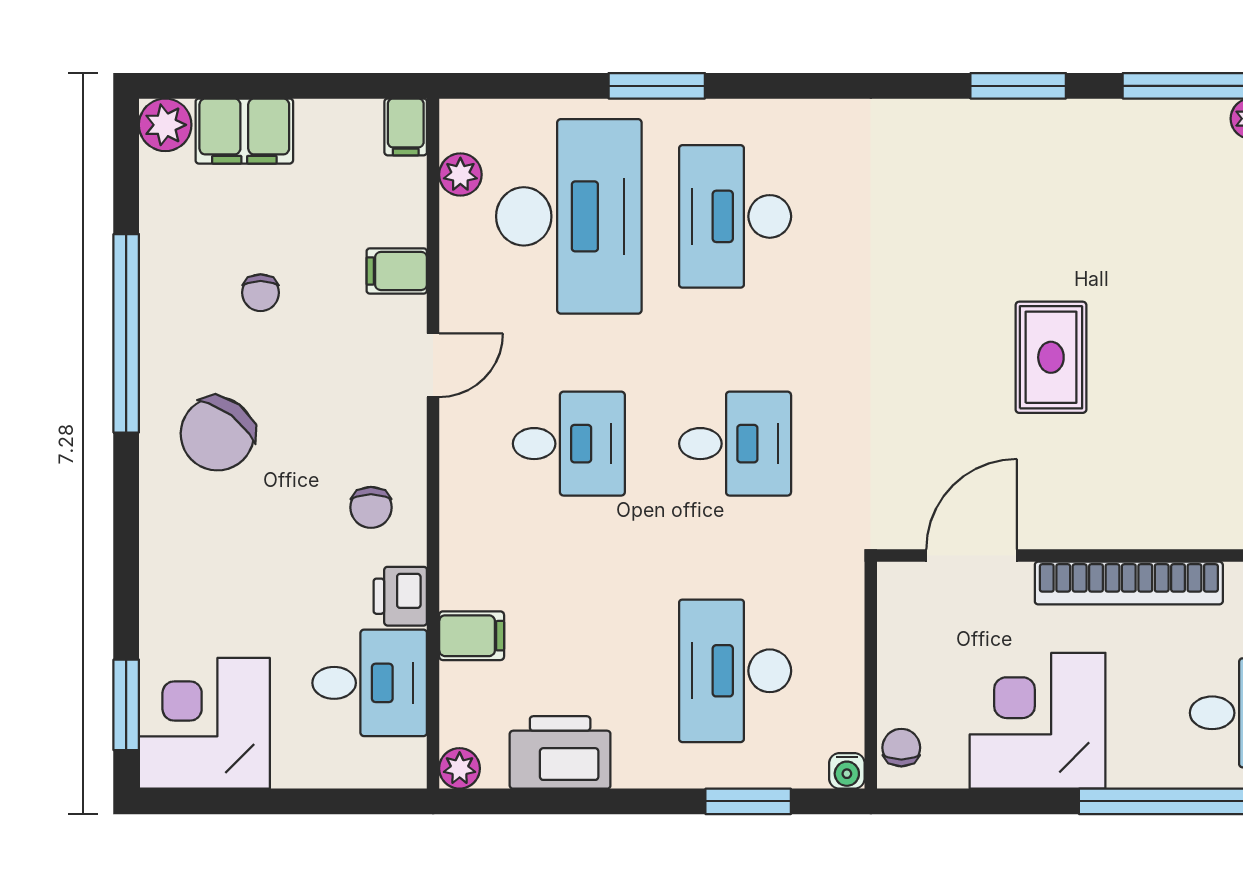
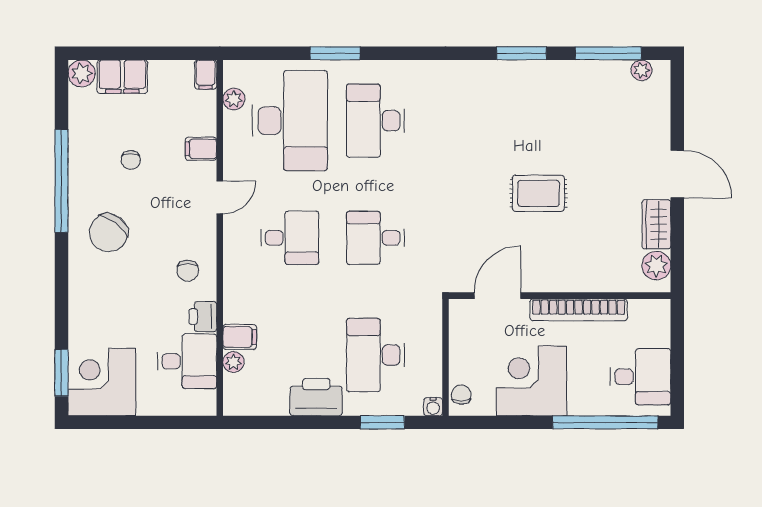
rug: (1051, 357) -> (538, 193), turned 90
desk: (735, 444) -> (375, 238), turned 180
printer: (560, 752) -> (316, 397), moved
plant: (460, 768) -> (233, 362), moved

